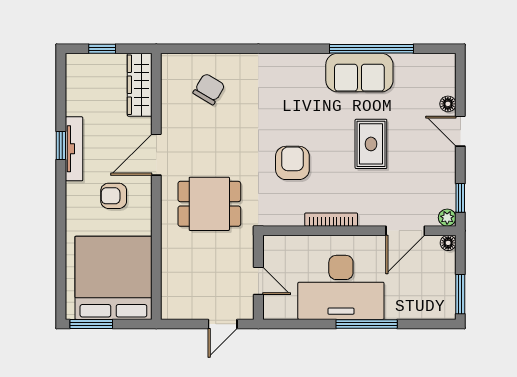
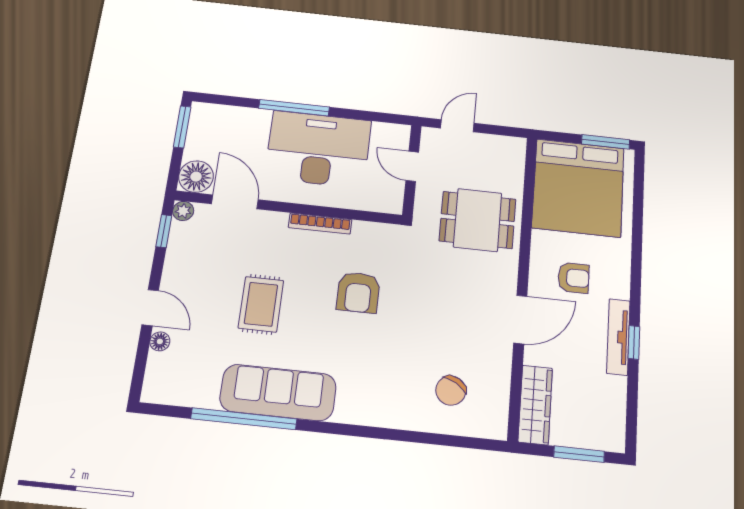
window: (102, 49) -> (579, 454), width x1.50
sofa: (359, 73) -> (278, 393), width x1.36
dining table: (209, 204) -> (478, 220), moved
door: (405, 231) -> (235, 202), hinge flipped
floor lamp: (448, 243) -> (196, 177), width x1.89, depth x1.89

